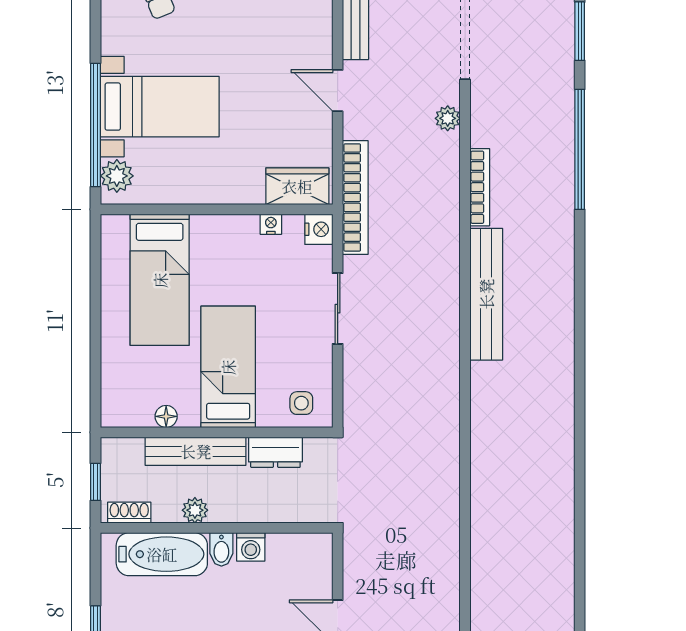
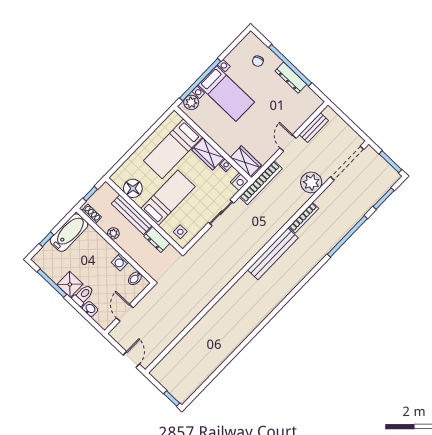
plant: (448, 118) -> (311, 182), width x1.88, depth x1.88
wardrobe: (225, 233) -> (208, 154), added
floor lamp: (166, 416) -> (133, 188), width x1.89, depth x1.89
bidet: (221, 549) -> (135, 278), moved
bathtub: (162, 554) -> (69, 233), moved, turned -90

